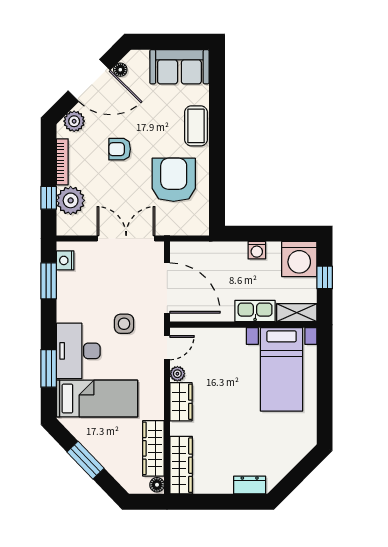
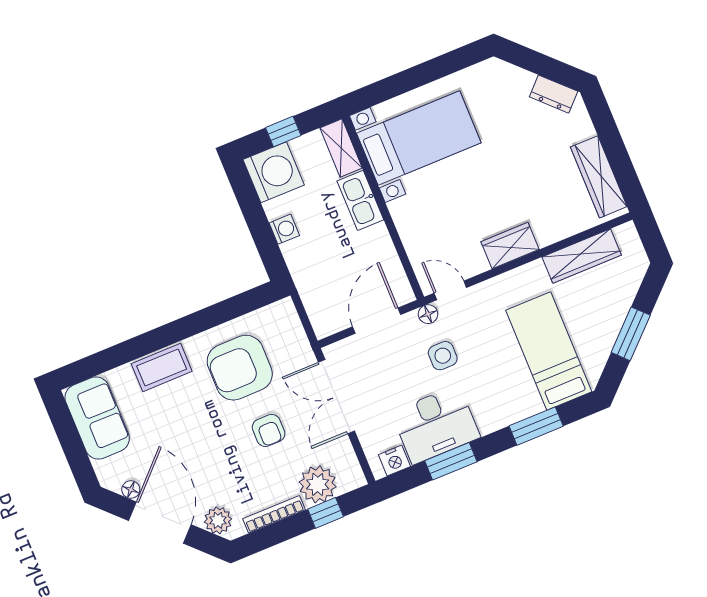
armchair: (120, 149) -> (269, 430), moved
window: (49, 281) -> (451, 461), moved
door: (167, 288) -> (377, 321), width x0.73
desk: (78, 351) -> (436, 425), moved
plant: (177, 374) -> (477, 264), removed
wardrobe: (181, 465) -> (599, 177), moved, turned -90
floor lamp: (157, 485) -> (428, 314), moved
dresser: (250, 485) -> (554, 94), moved, turned -45

